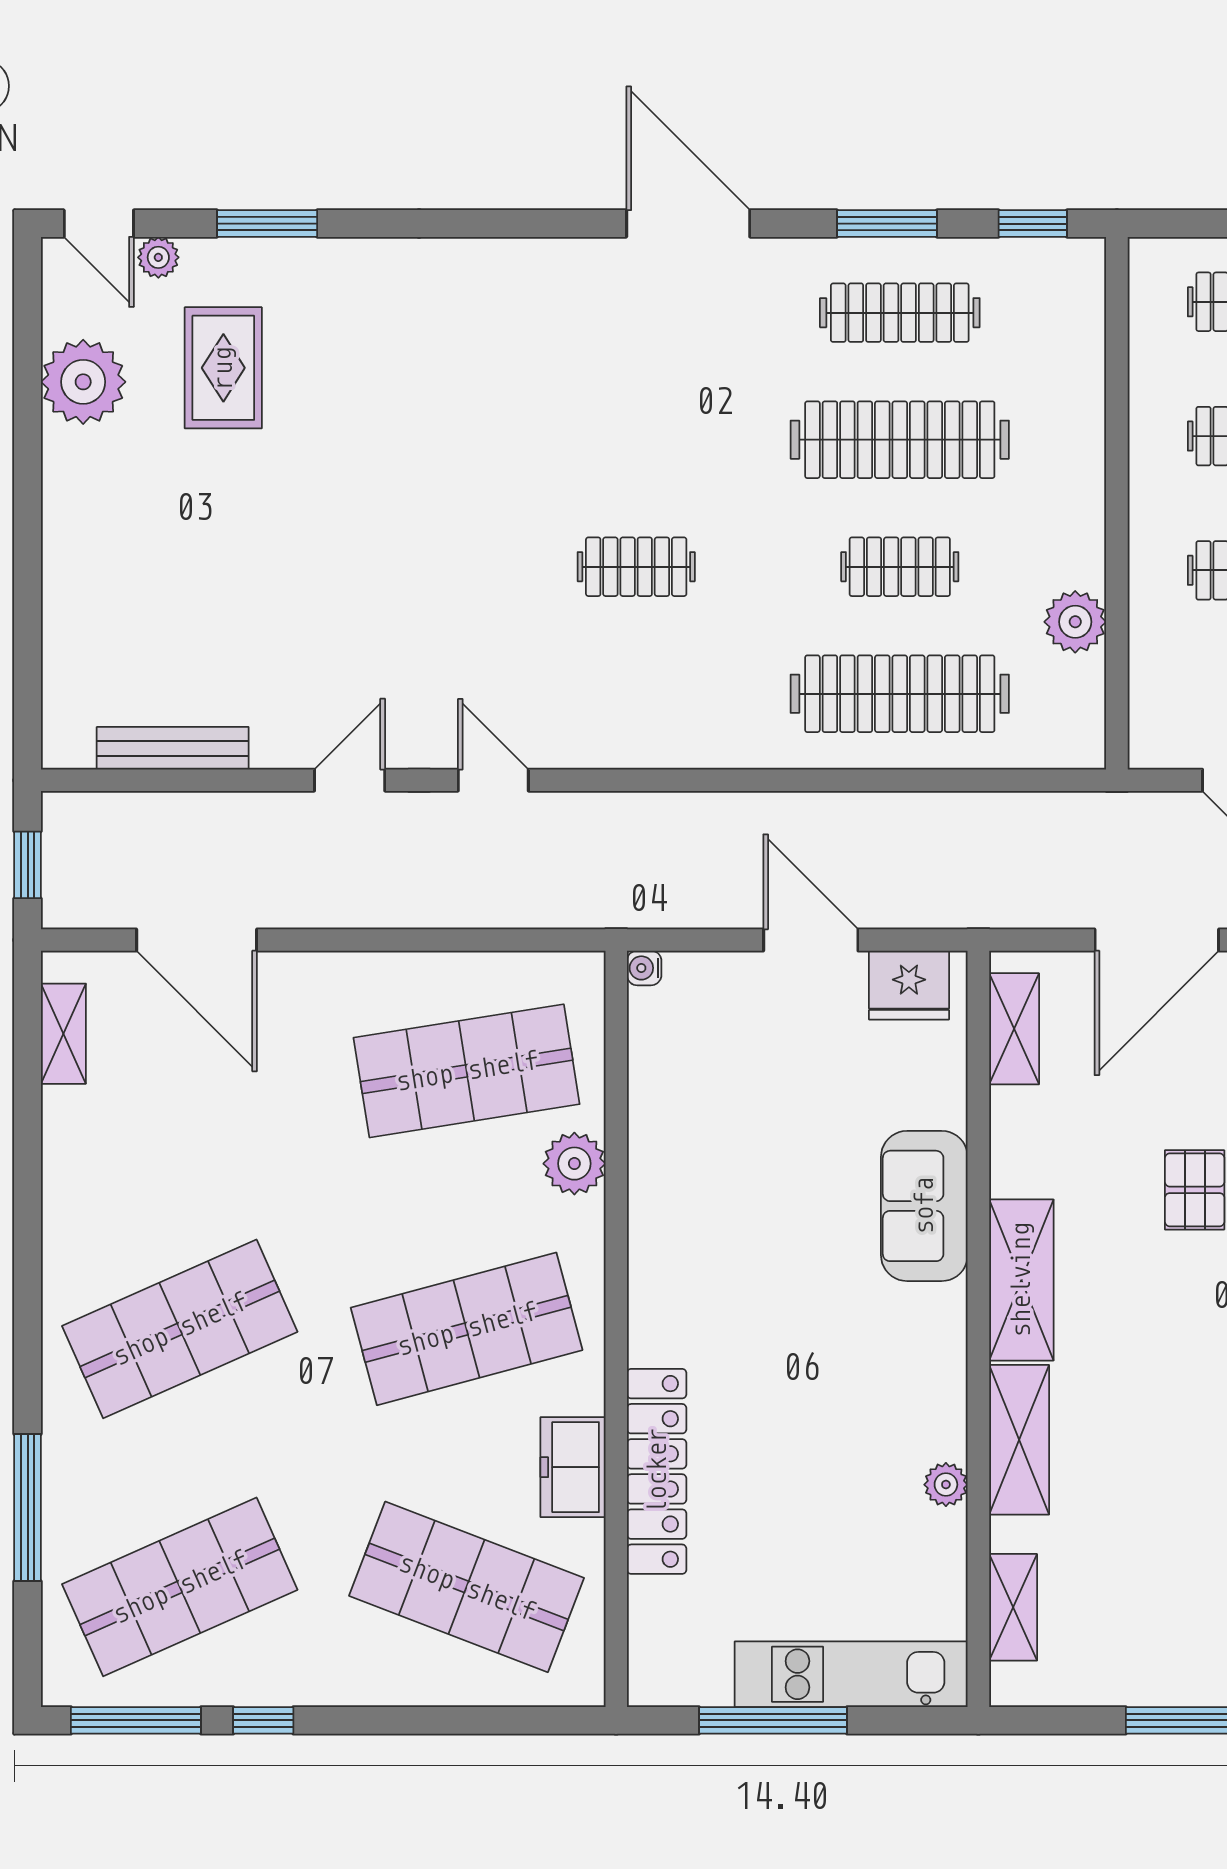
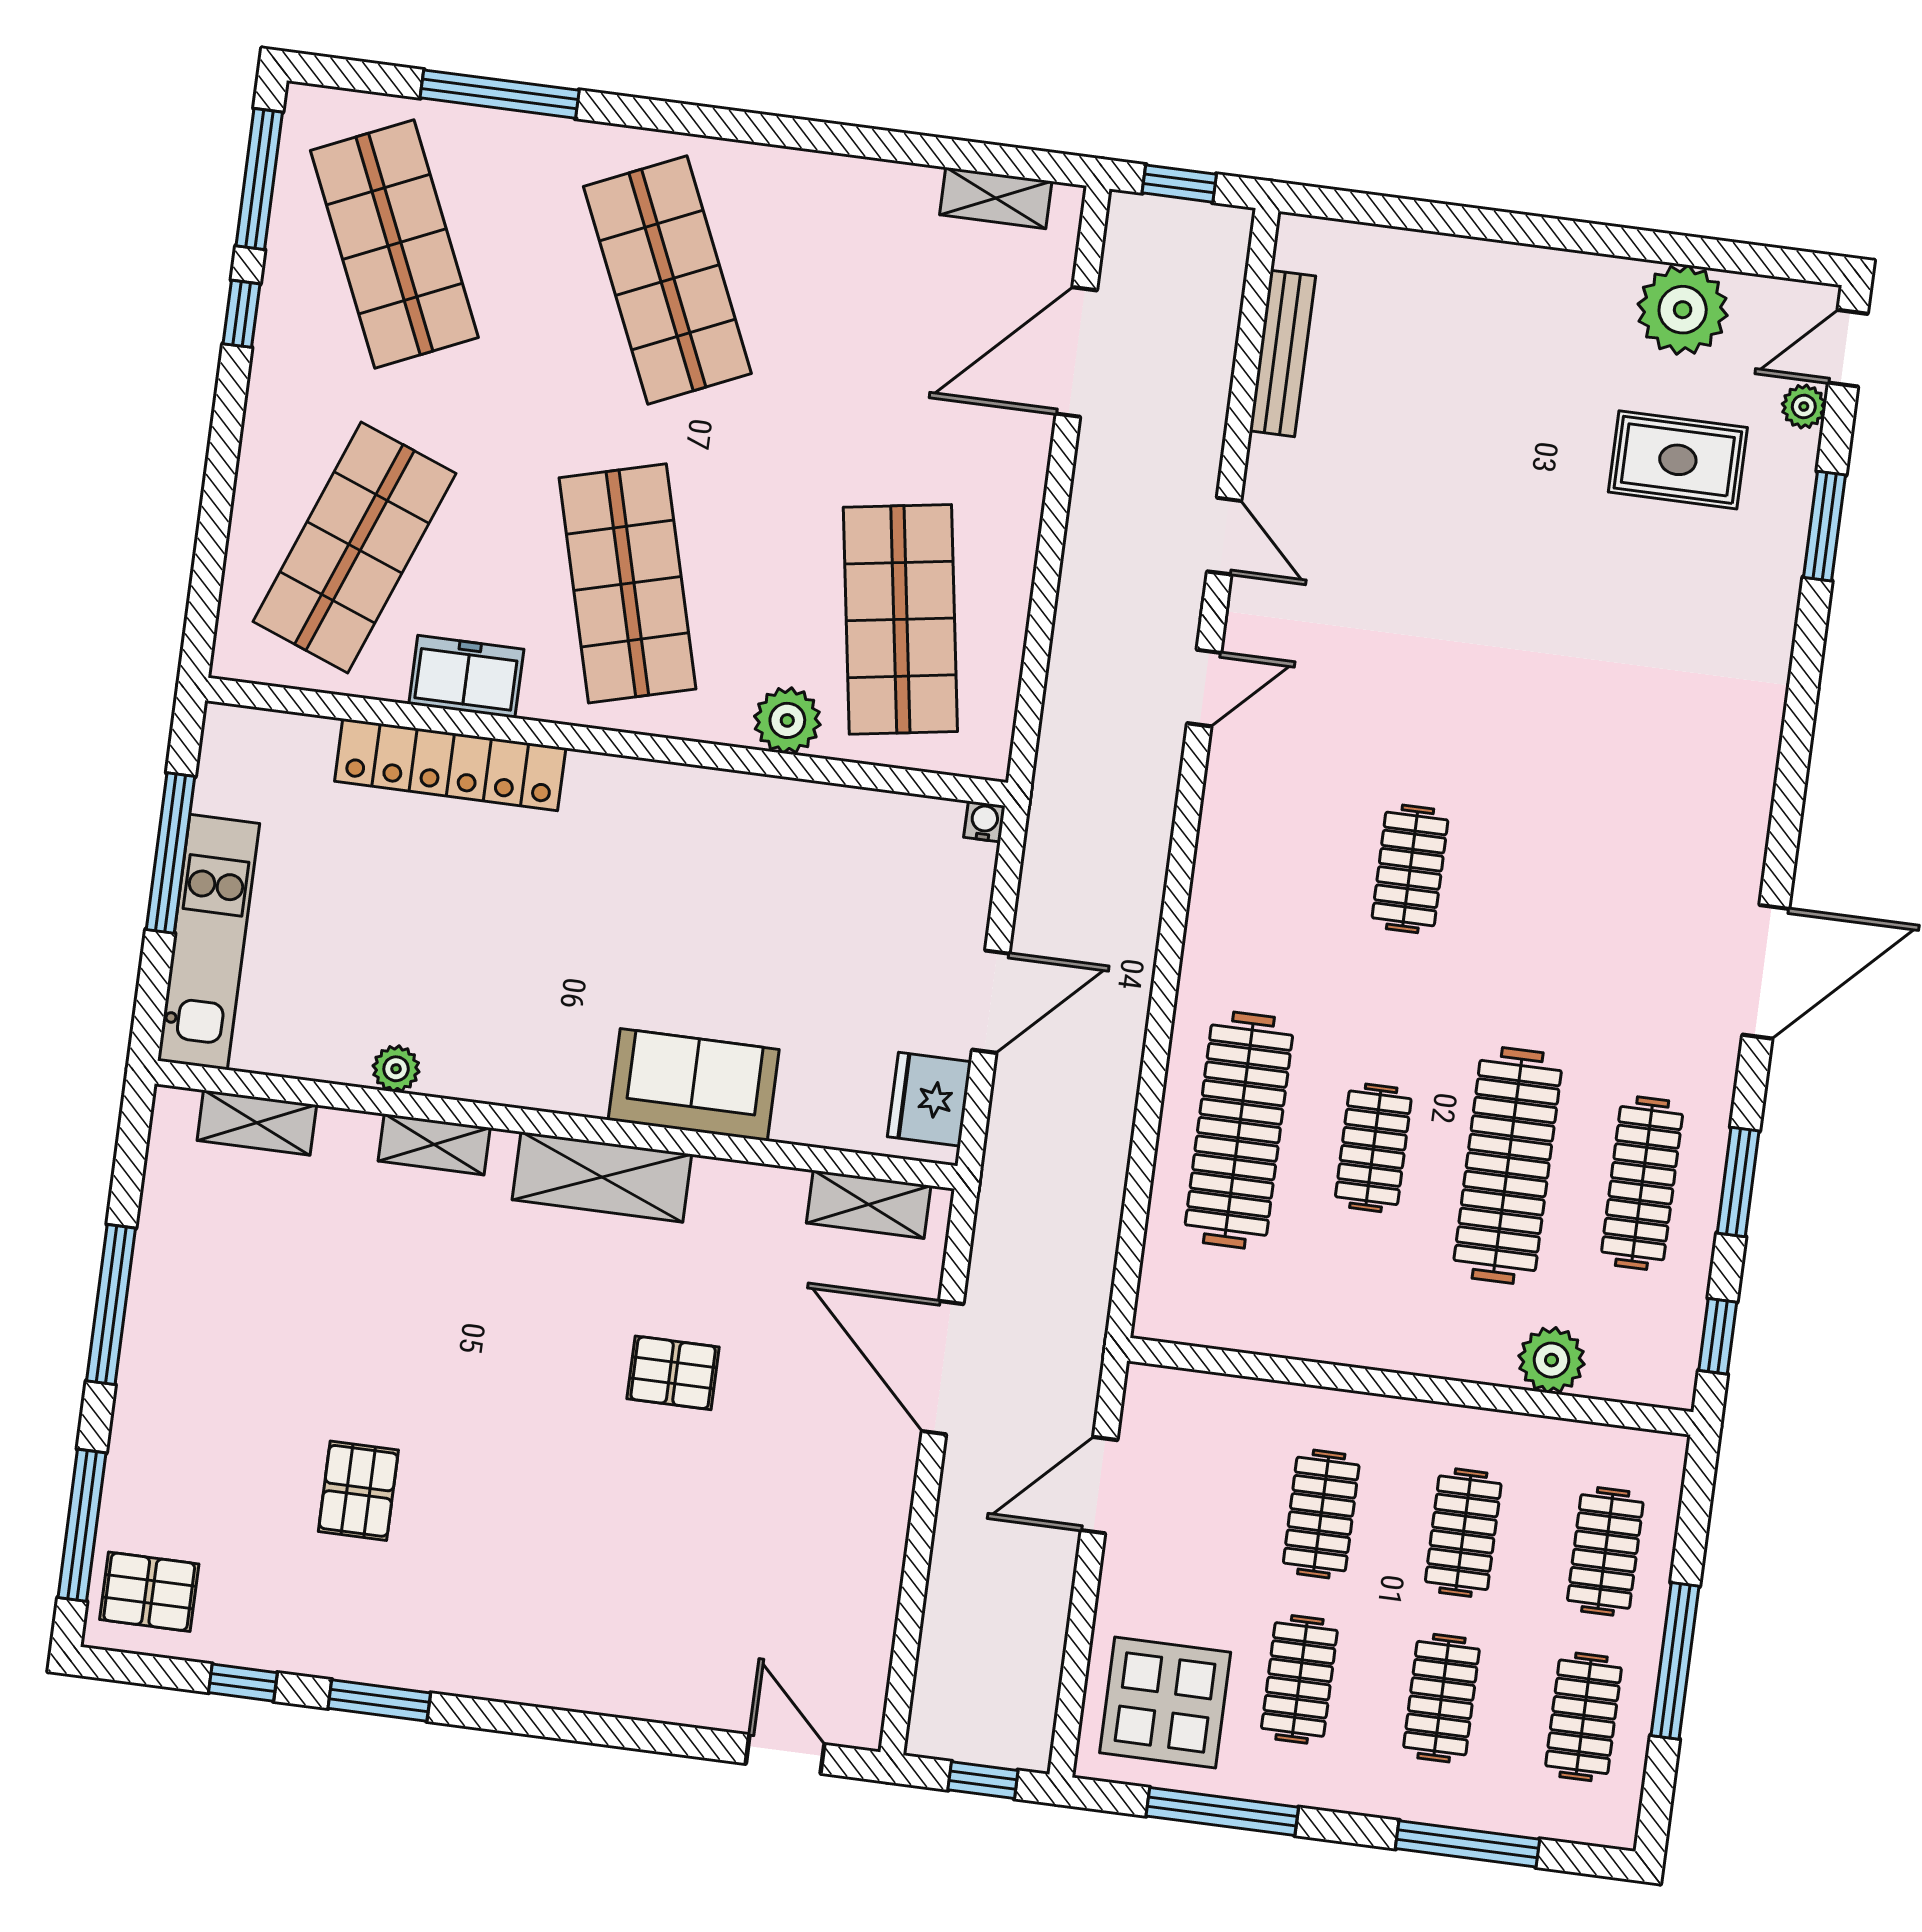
plant: (1075, 622) -> (1551, 1360), moved
shelving: (1019, 1440) -> (434, 1144), width x0.67, depth x0.75

